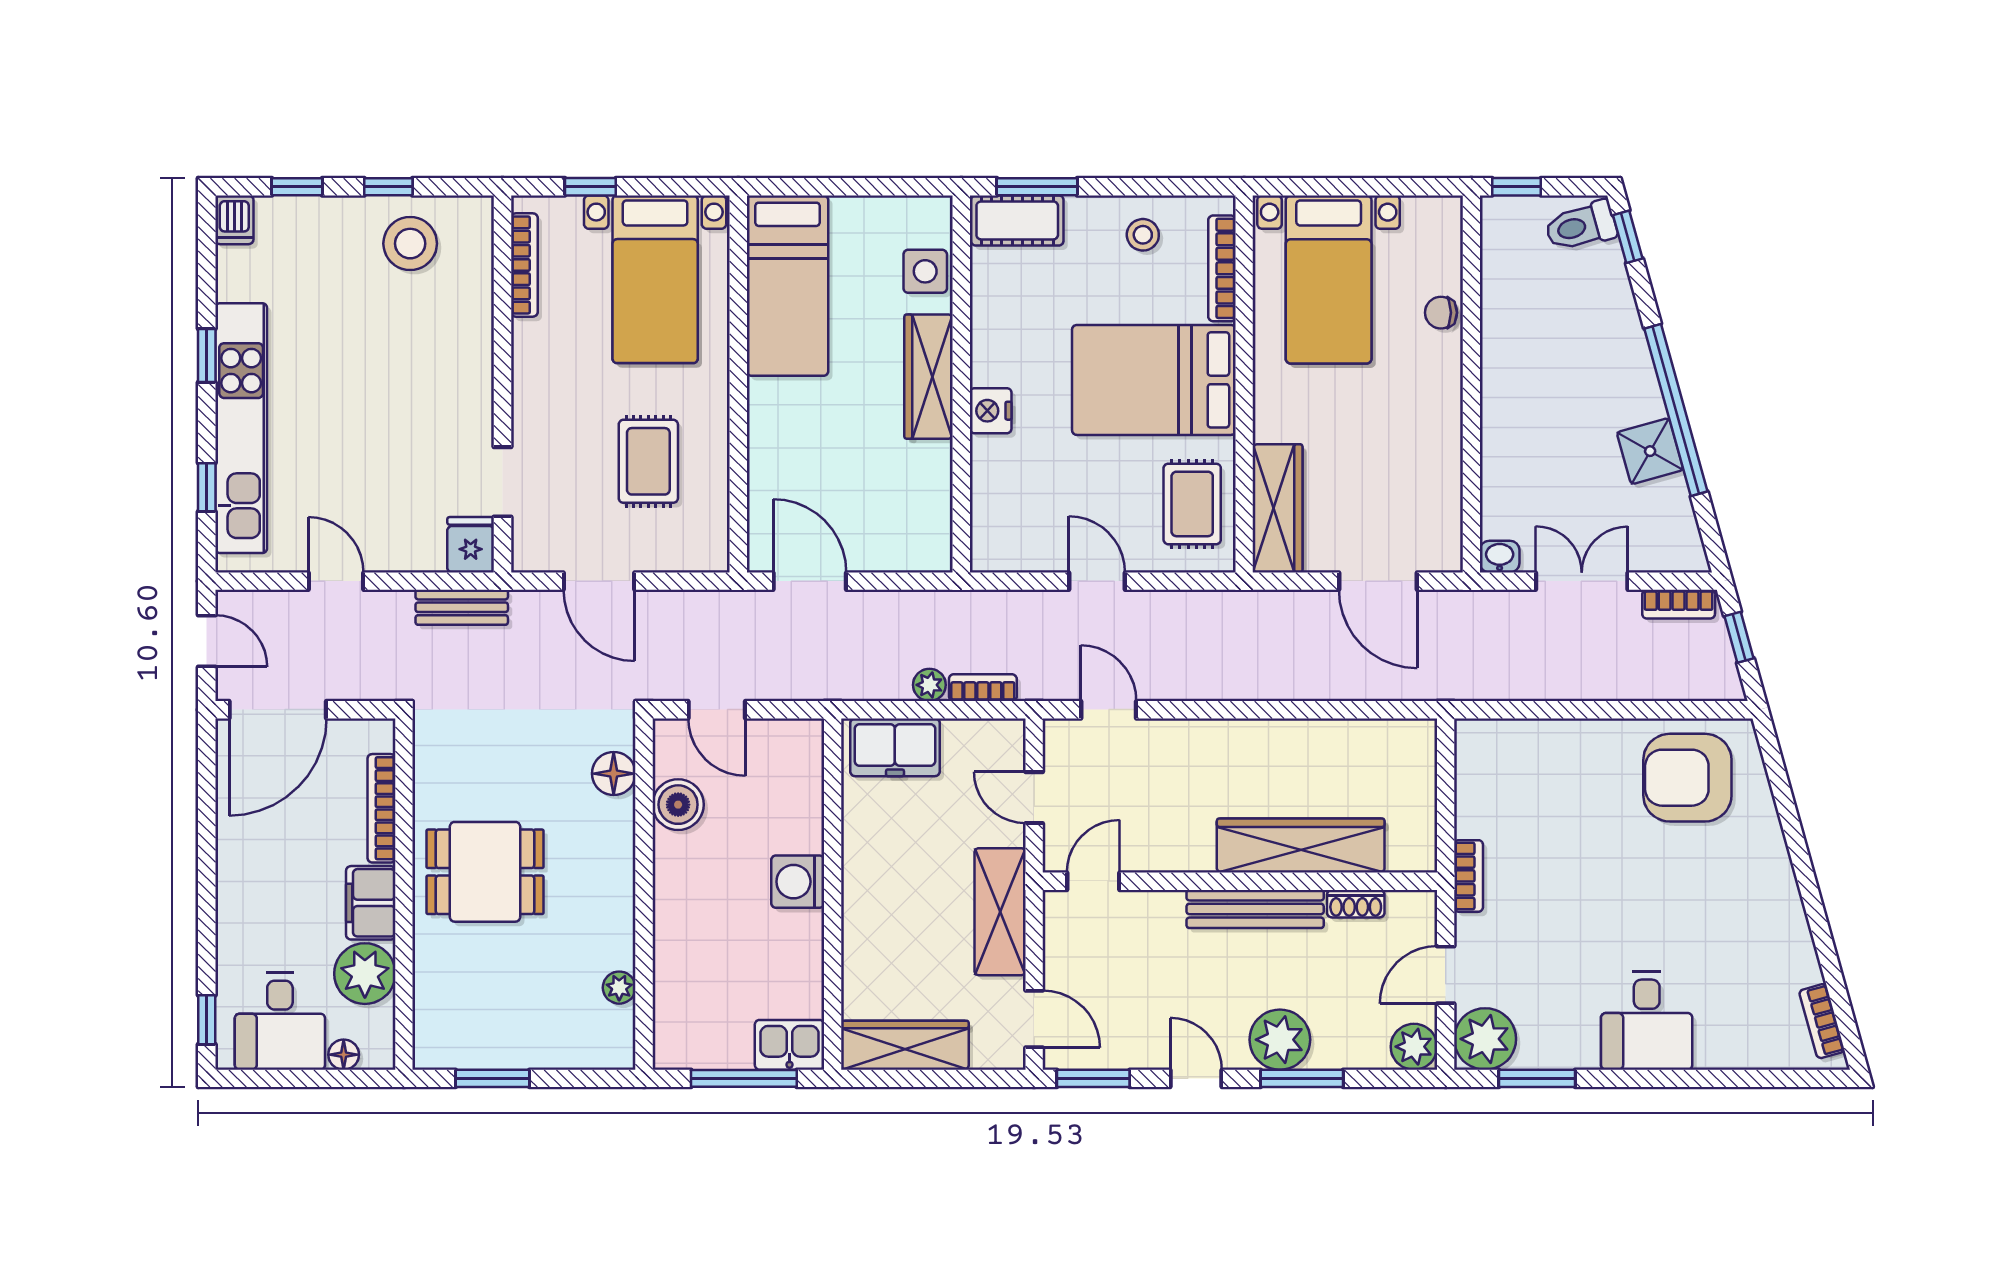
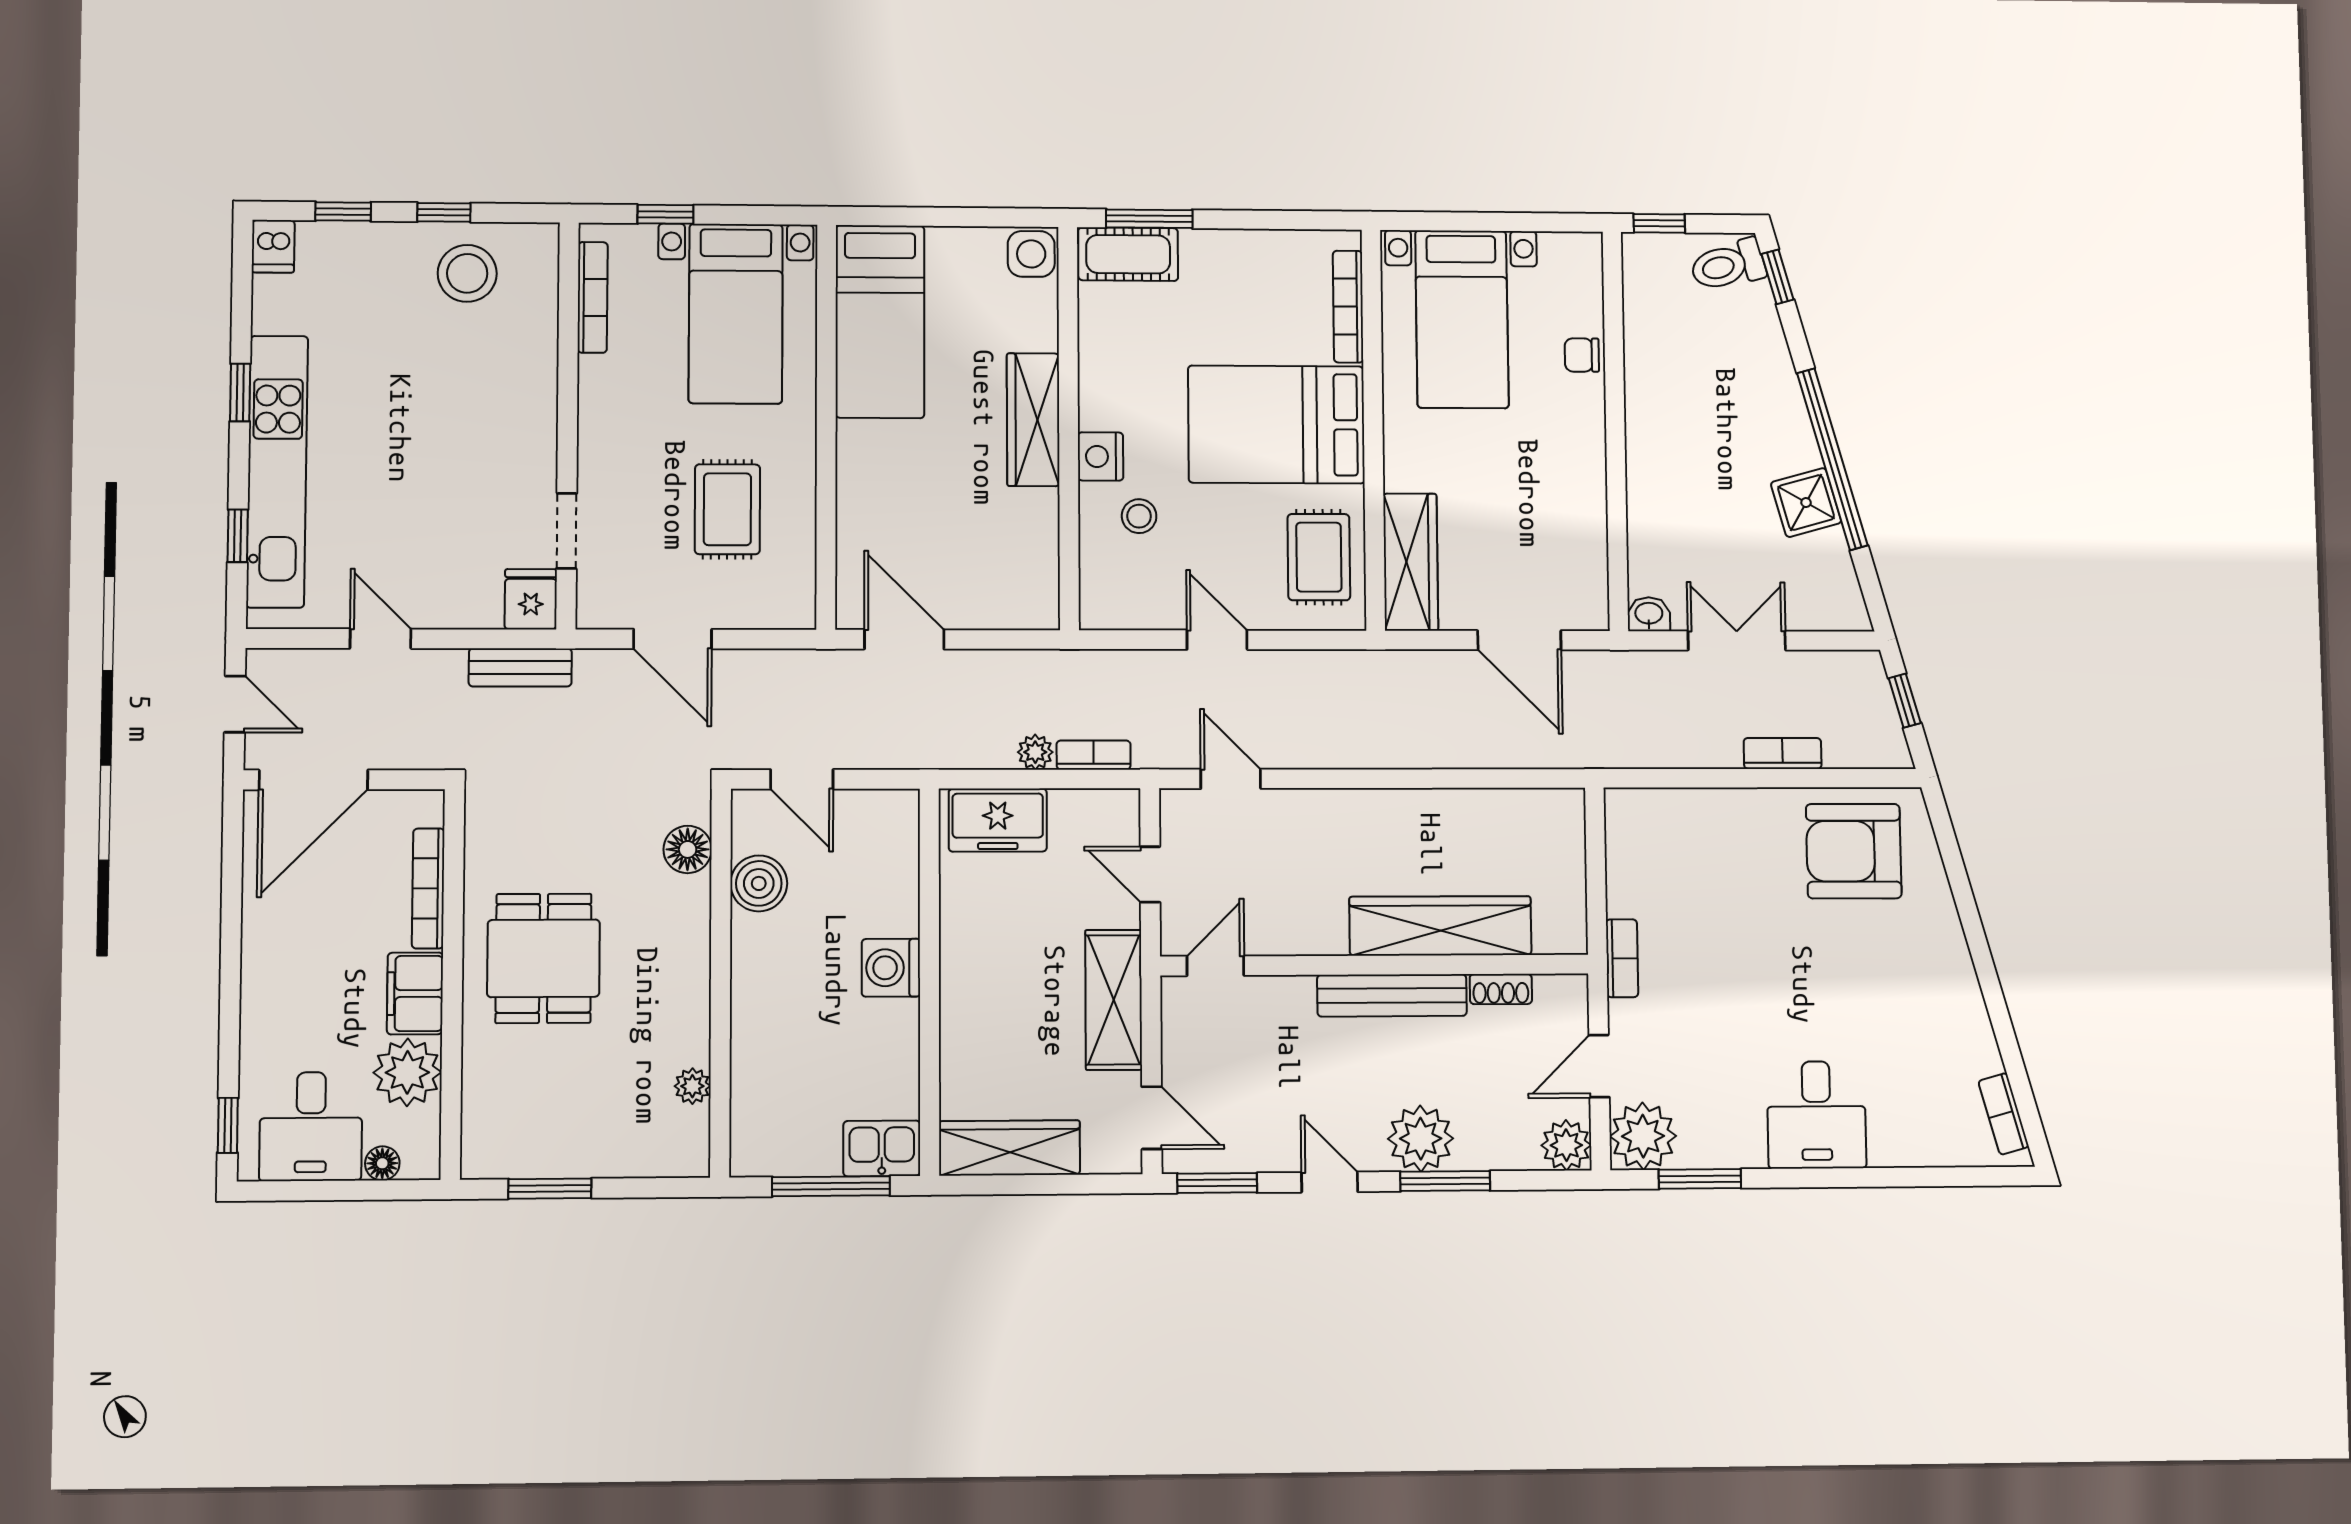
stool: (1143, 235) -> (1139, 516), moved
side table: (925, 271) -> (1031, 254), moved
bookcase: (1679, 604) -> (1783, 753), moved, turned 180
dining table: (485, 872) -> (543, 958), turned 90

